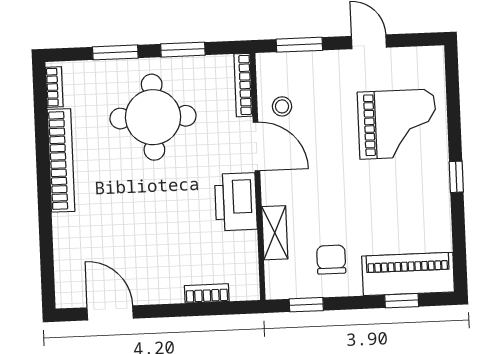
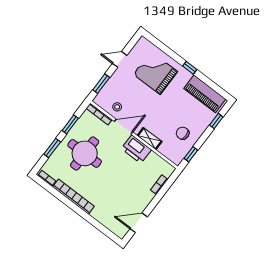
grand piano: (397, 124) -> (155, 73), turned -90
shelving: (275, 233) -> (150, 139), moved
piano: (408, 274) -> (205, 94), moved, turned -90

